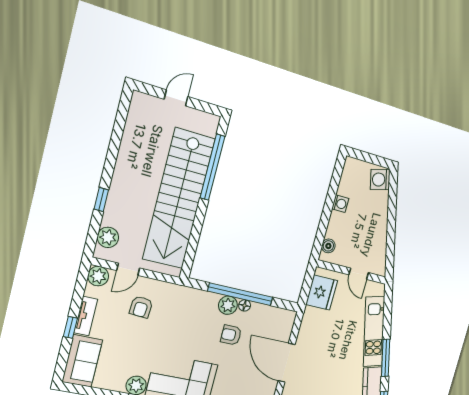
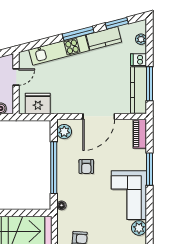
plant: (228, 305) -> (64, 132), moved
floor lamp: (245, 305) -> (61, 205), moved

